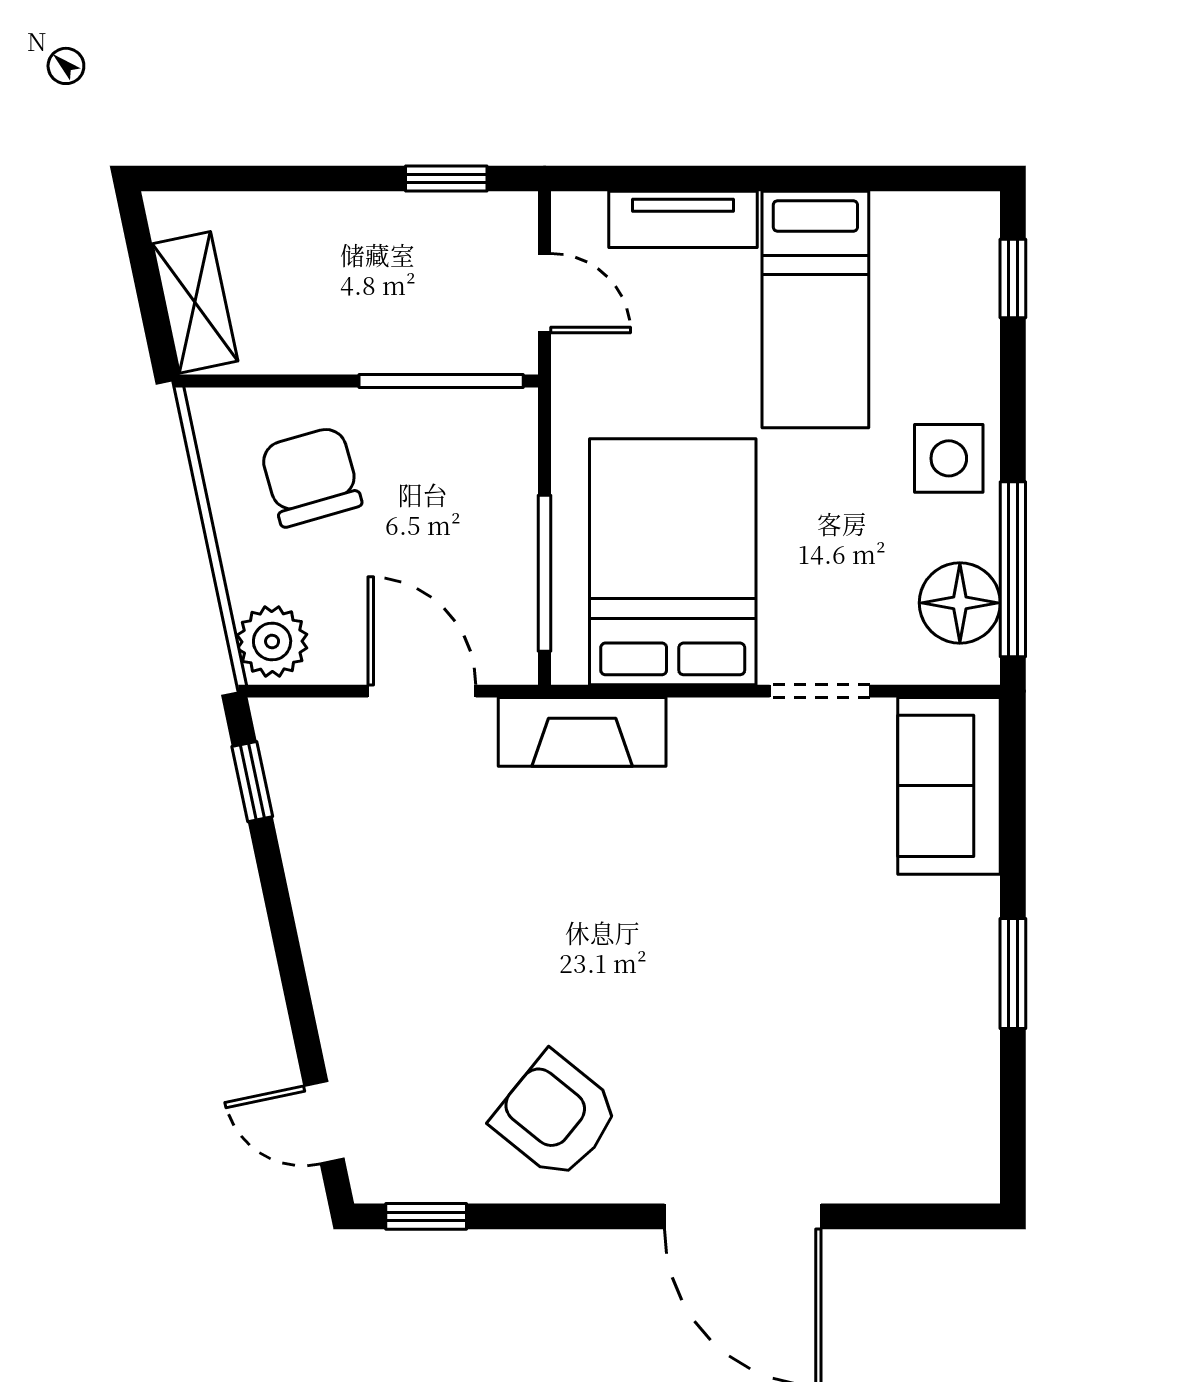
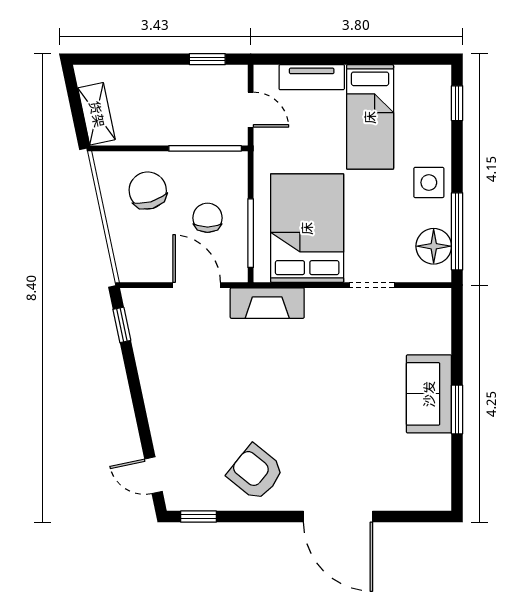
chair: (447, 538) -> (208, 218), added
plant: (272, 642) -> (131, 263), removed
sofa: (949, 786) -> (429, 394), moved

